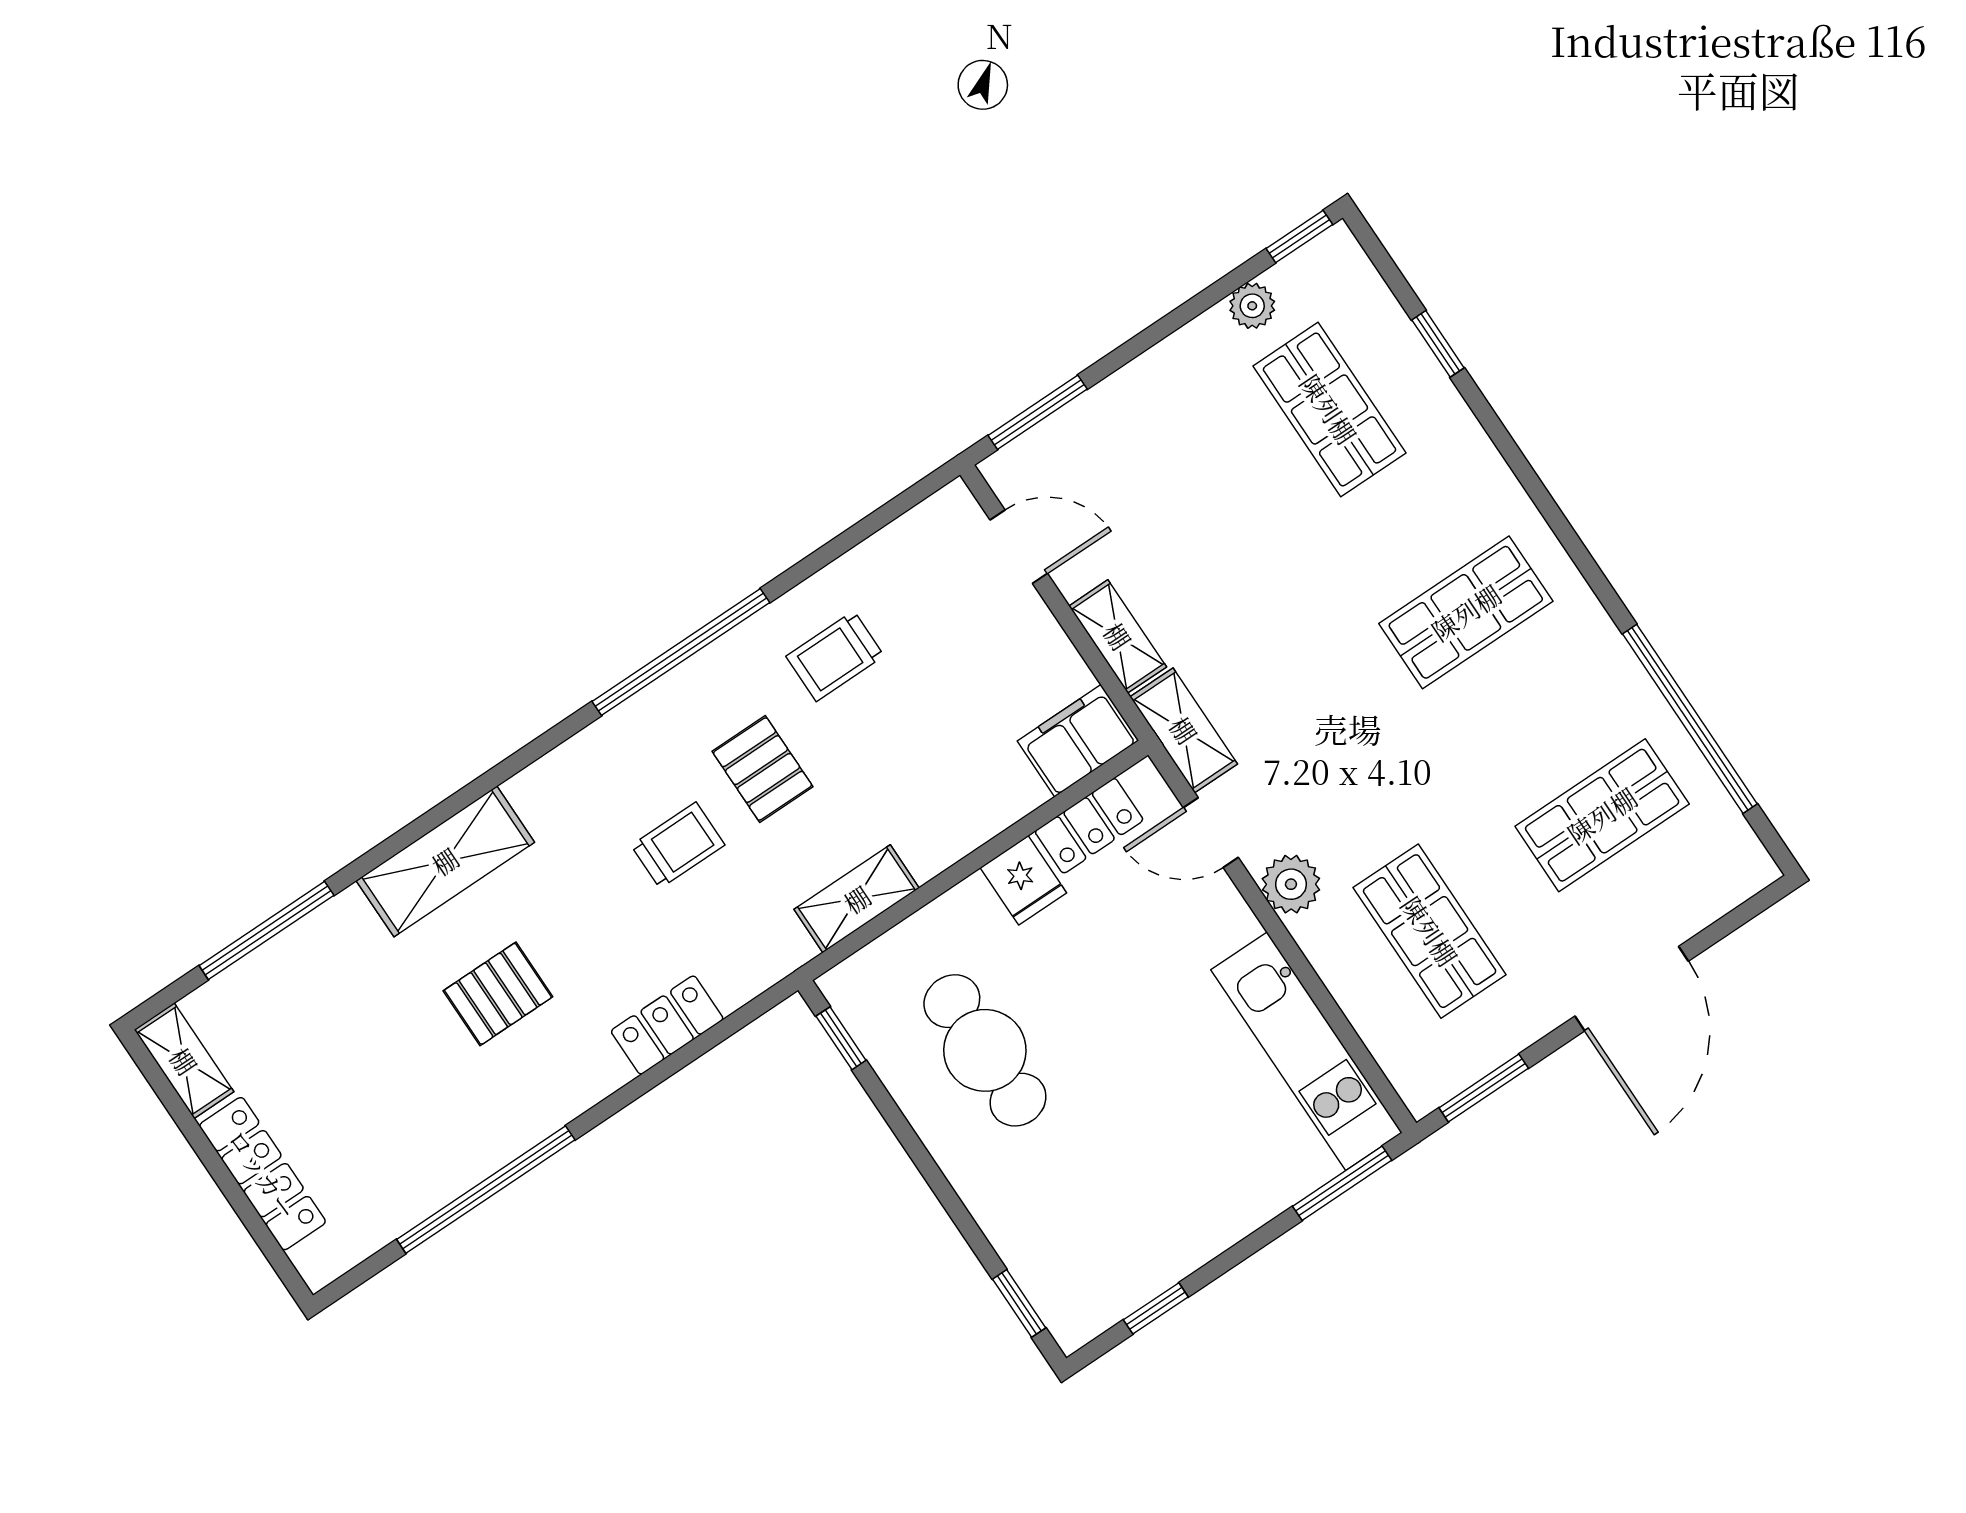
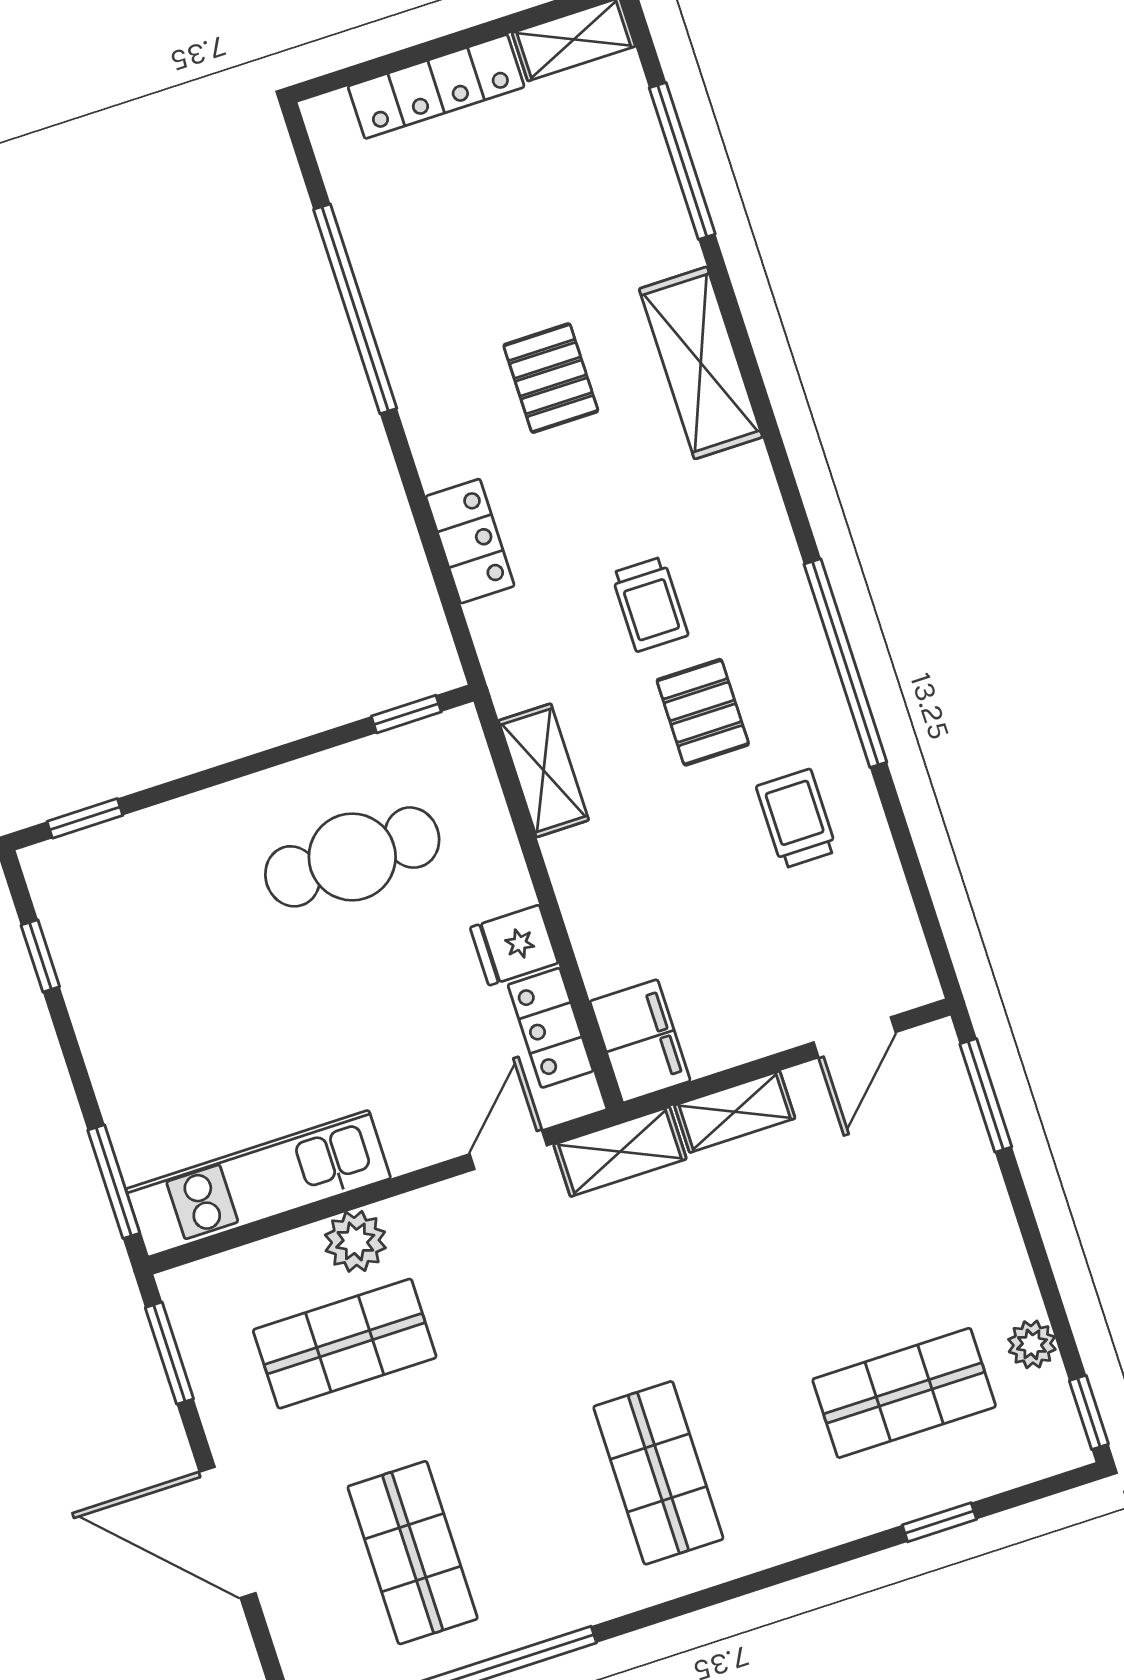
pallet: (763, 769) -> (703, 712), turned 90
plant: (1291, 884) -> (355, 1241), moved

